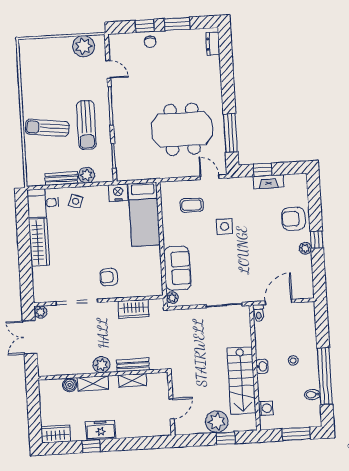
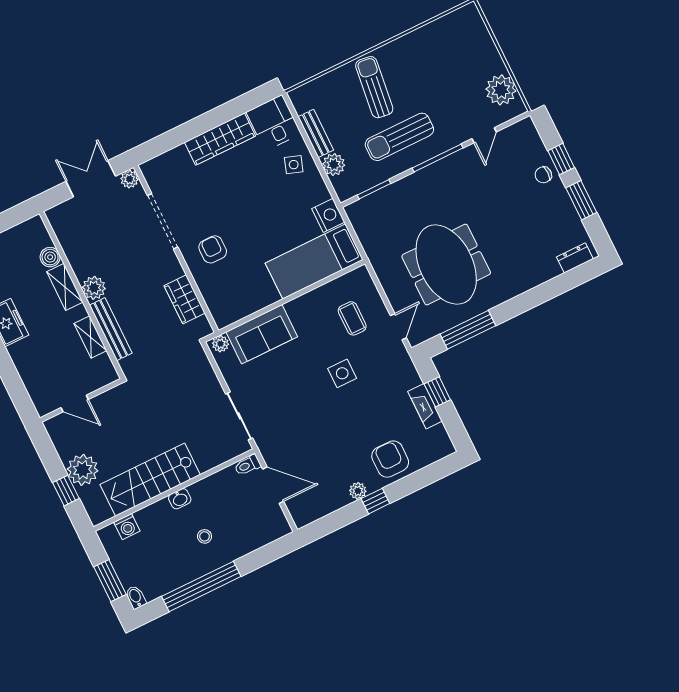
bench: (133, 365) -> (111, 329), width x1.36
bidet: (312, 395) -> (136, 597), moved

